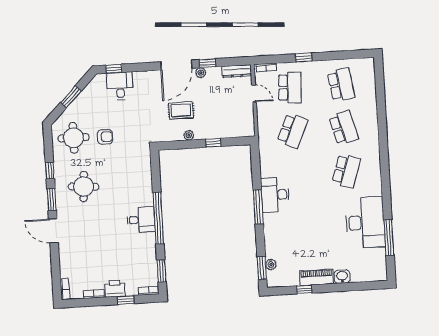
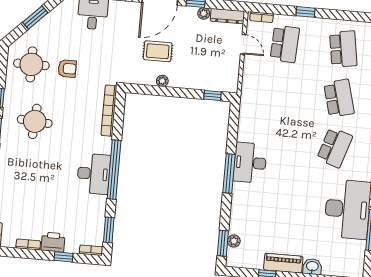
plant: (201, 73) -> (204, 13), moved
school desk: (292, 131) -> (280, 93), removed
window: (213, 143) -> (212, 95), moved
bookcase: (146, 168) -> (109, 111), added
desk: (141, 220) -> (94, 174), width x1.37

